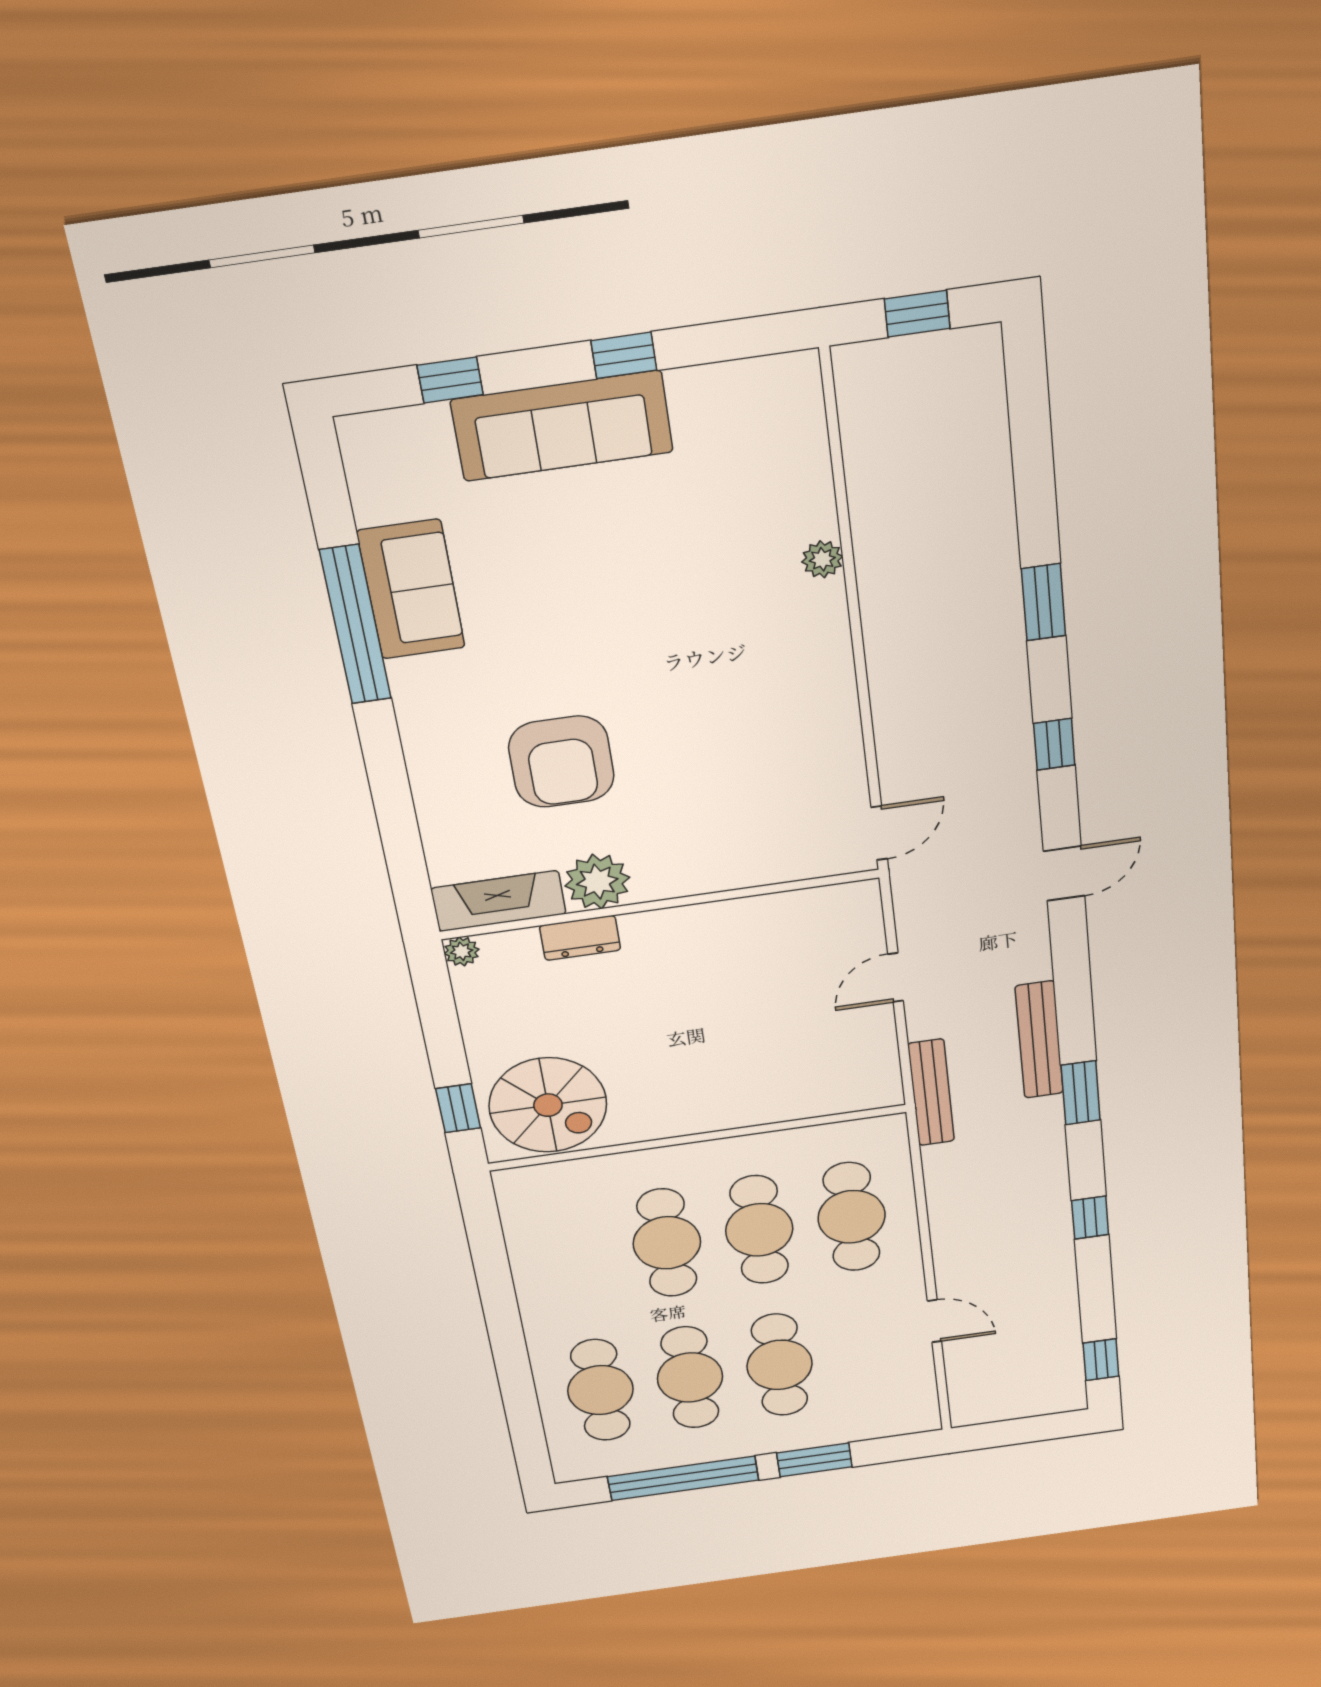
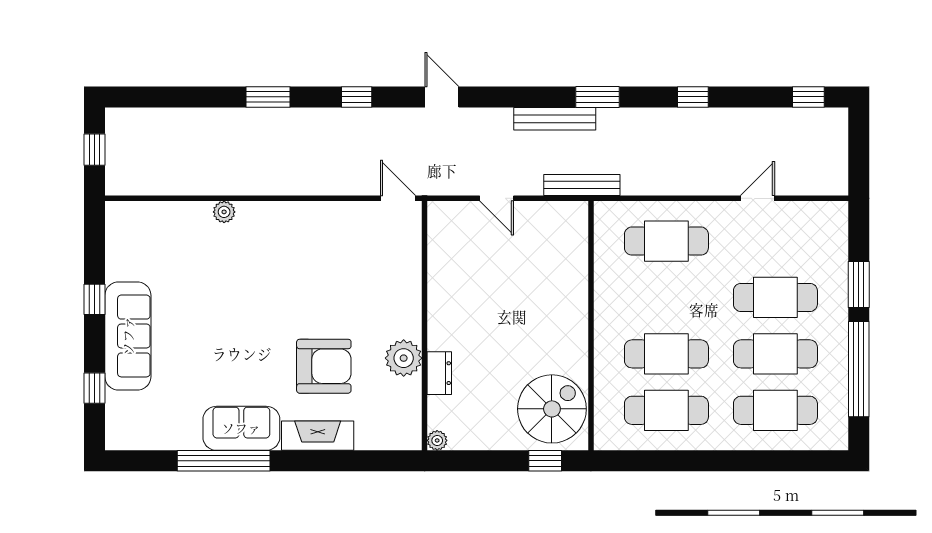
sofa: (411, 589) -> (241, 428), moved
fireplace: (499, 901) -> (318, 436), moved, turned 90
cafe table: (759, 1230) -> (666, 410), moved

